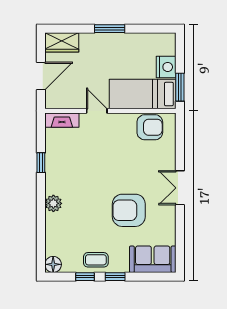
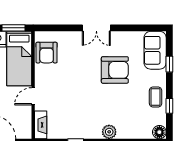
armchair: (150, 127) -> (47, 53), turned 180
armchair: (129, 210) -> (115, 70), turned -90
window: (115, 277) -> (169, 64), moved

